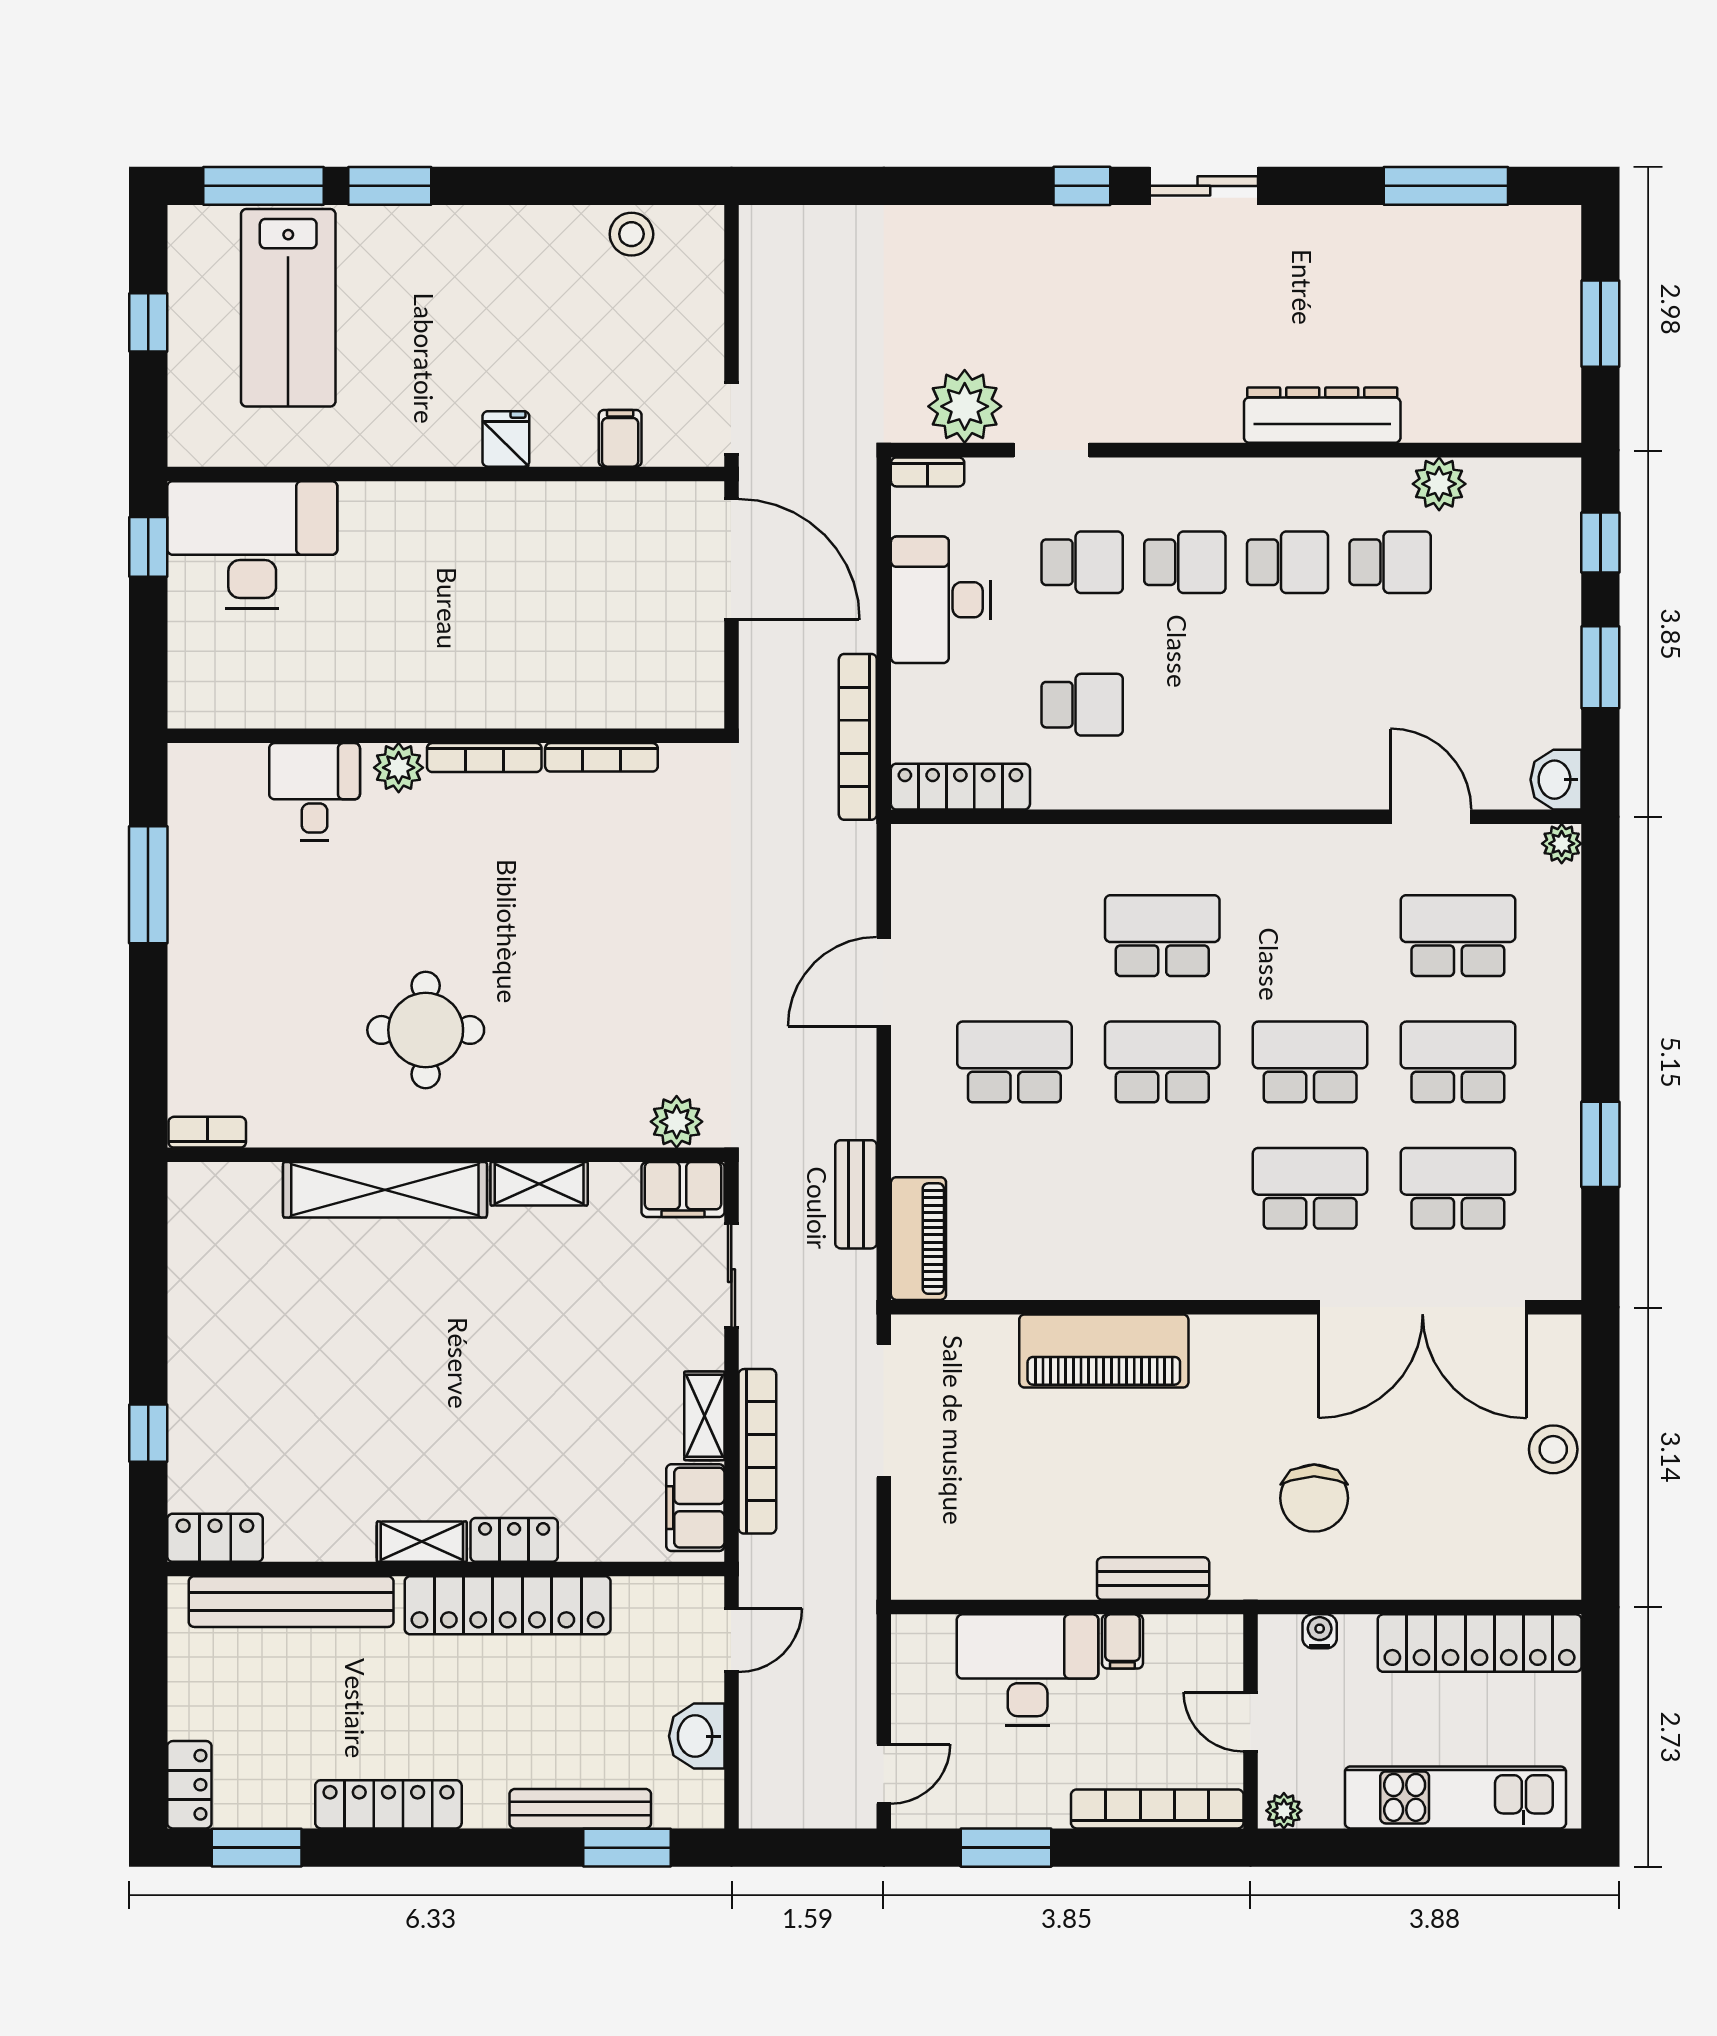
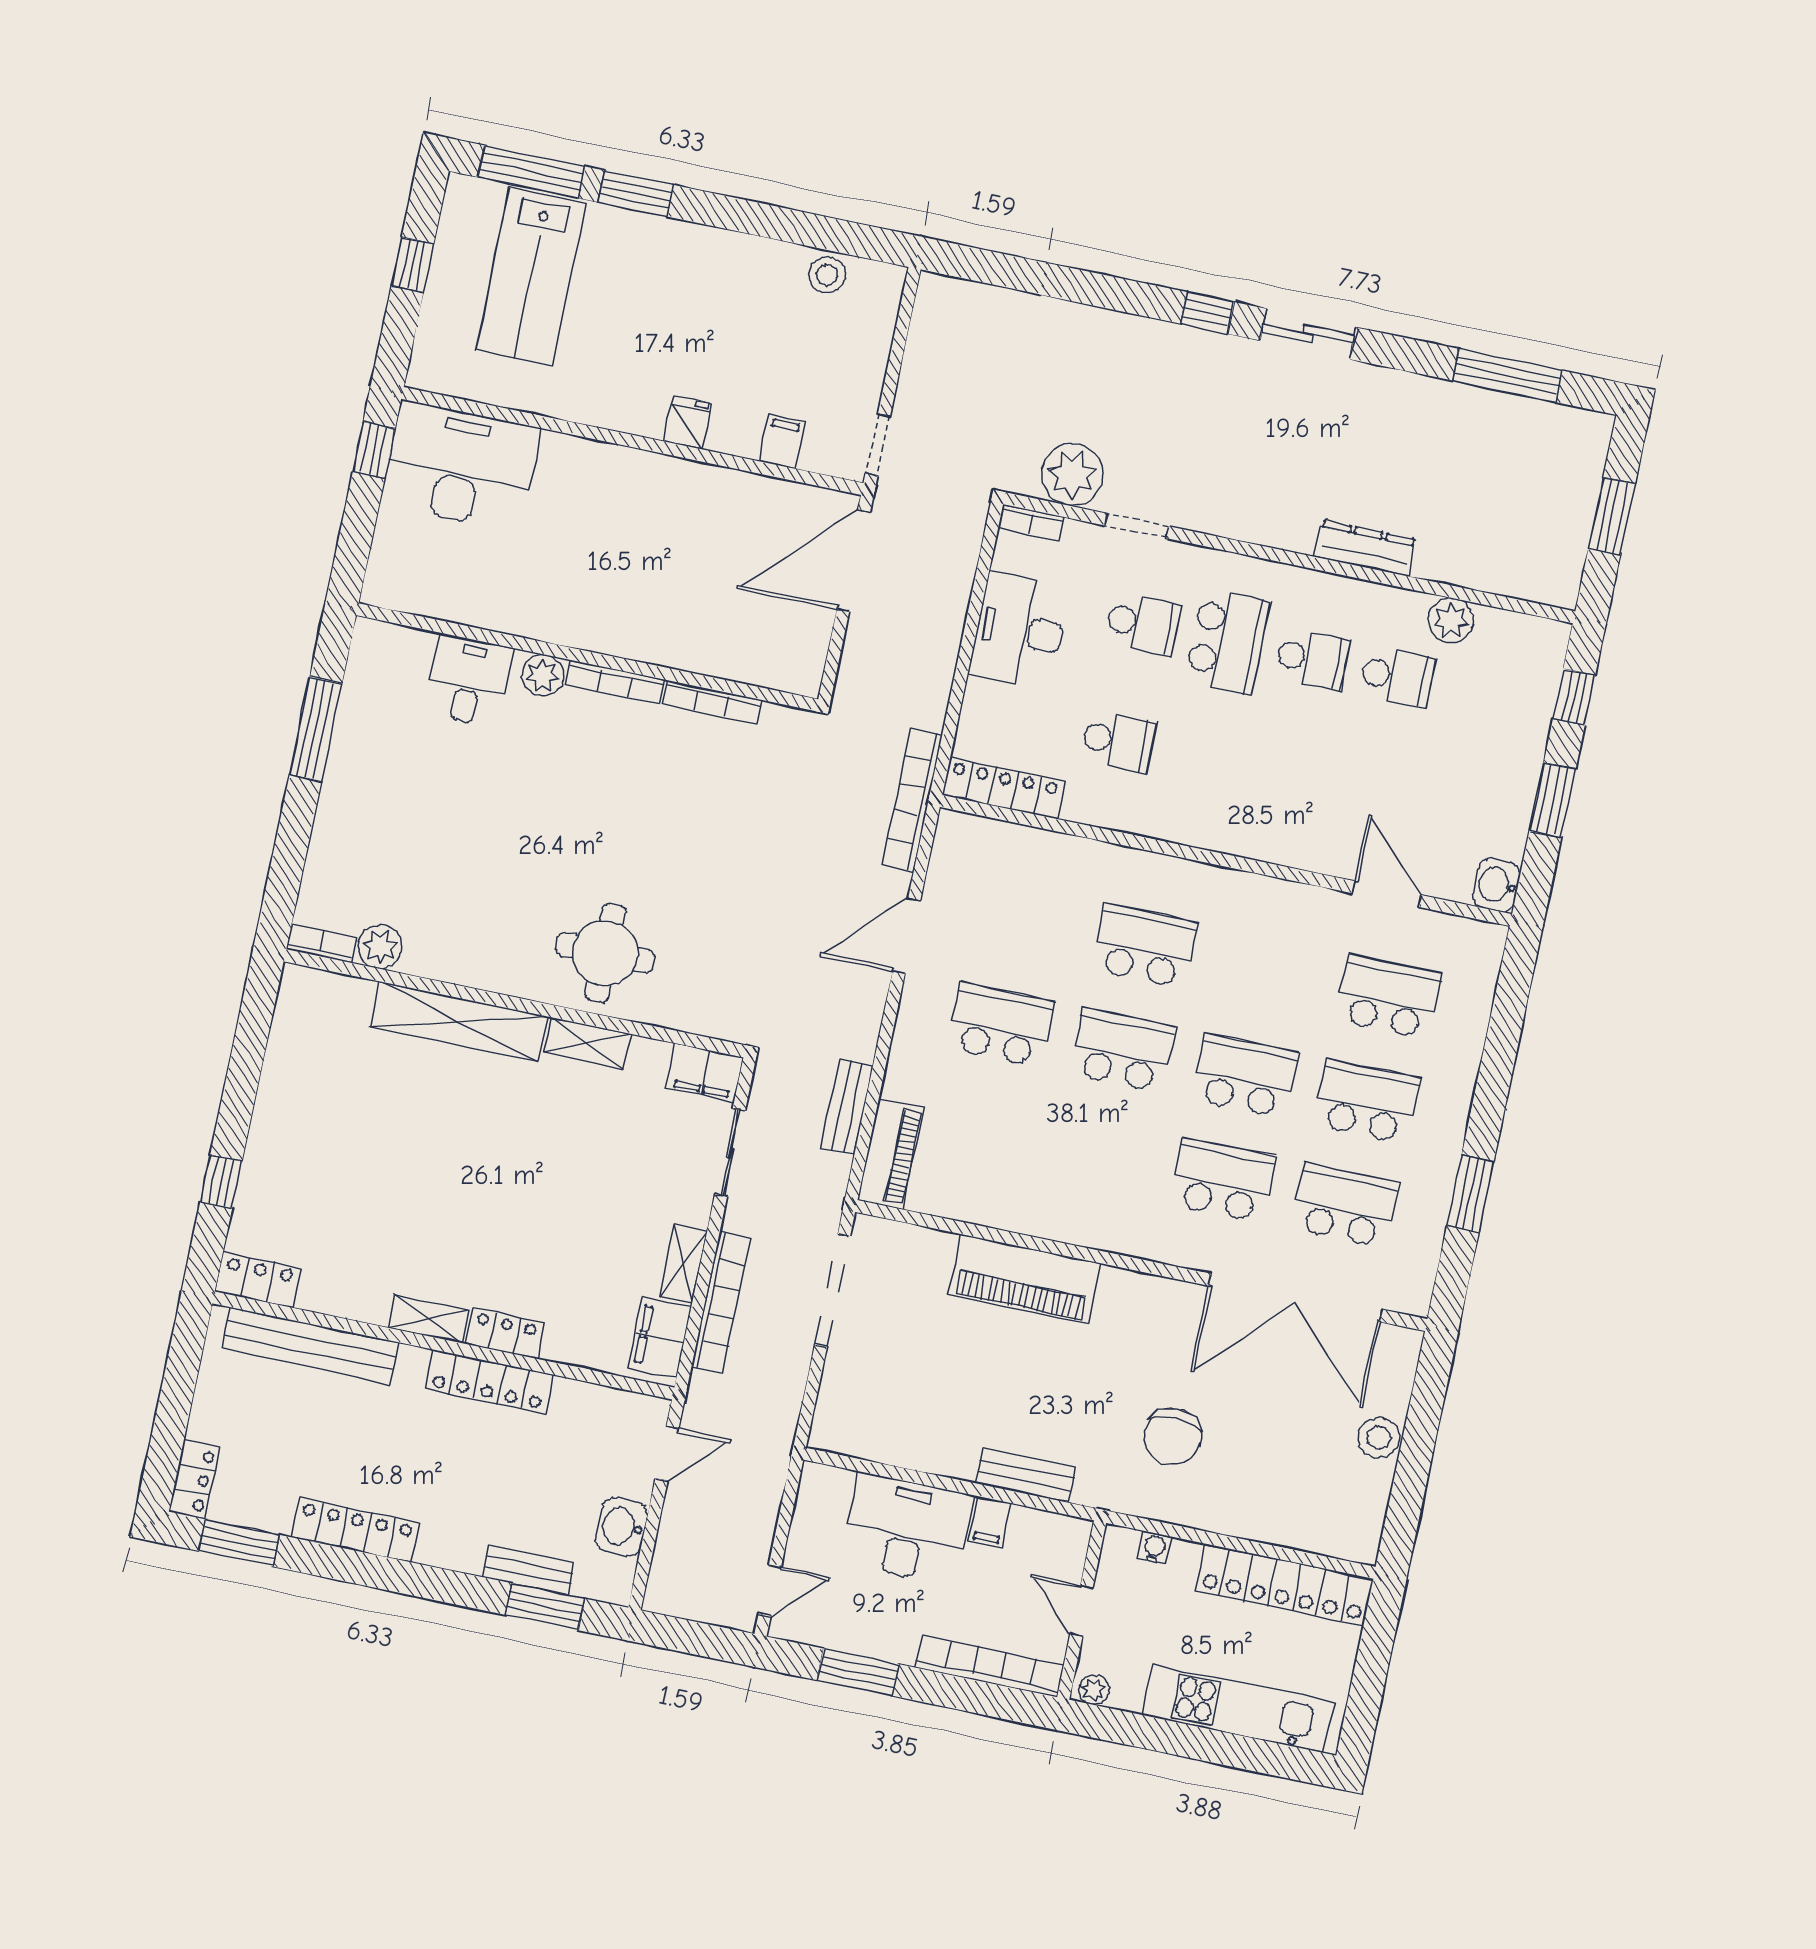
dresser: (1322, 415) -> (1365, 548), width x0.73, depth x0.80
door: (731, 559) -> (854, 561), swing flipped
school desk: (1185, 562) -> (1227, 641), width x1.85
bookcase: (858, 737) -> (912, 800), moved
plant: (1562, 844) -> (1490, 939), removed
round table: (426, 1030) -> (605, 953), moved
plant: (677, 1122) -> (380, 947), moved
locker: (508, 1605) -> (489, 1382), width x0.71, depth x0.83
bench: (580, 1809) -> (529, 1570), width x0.73

